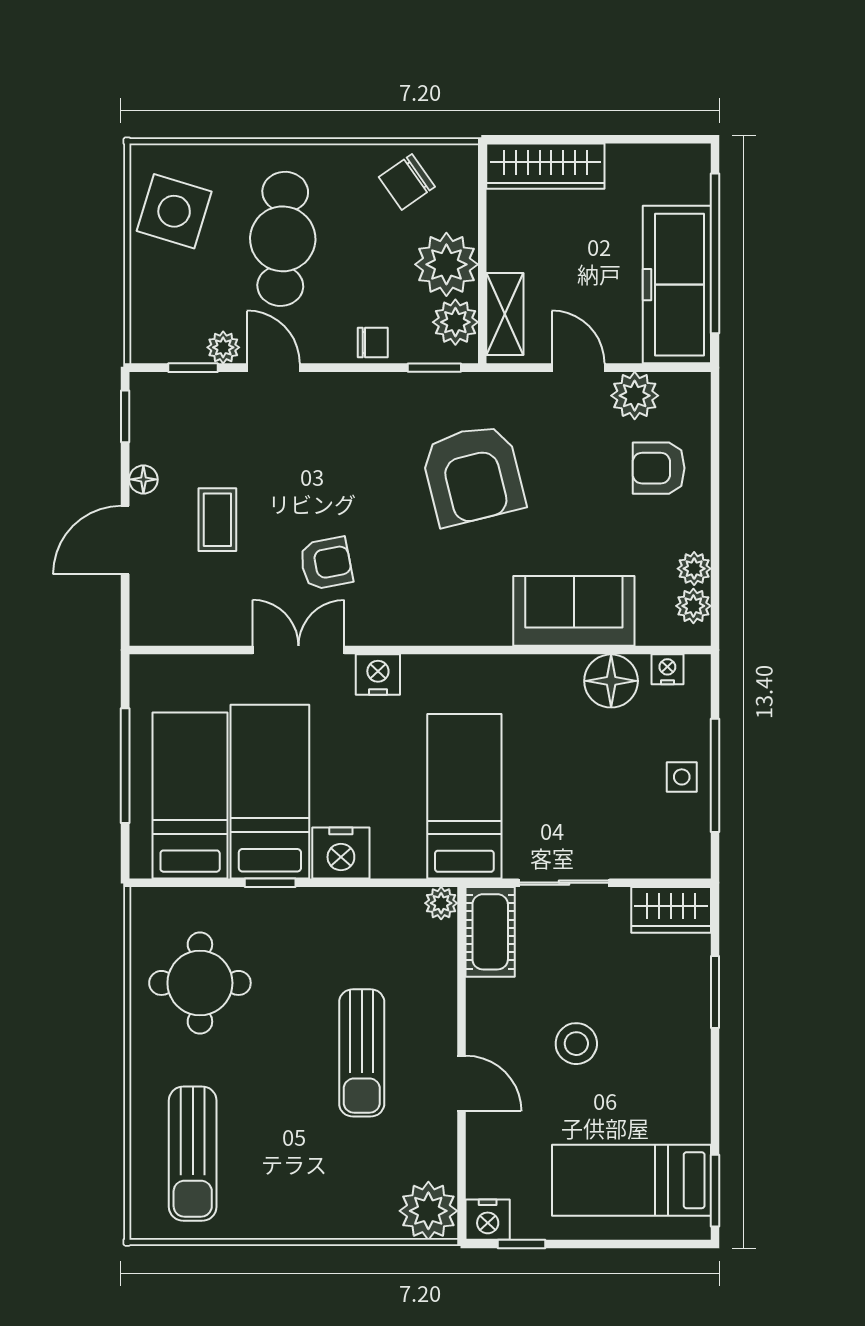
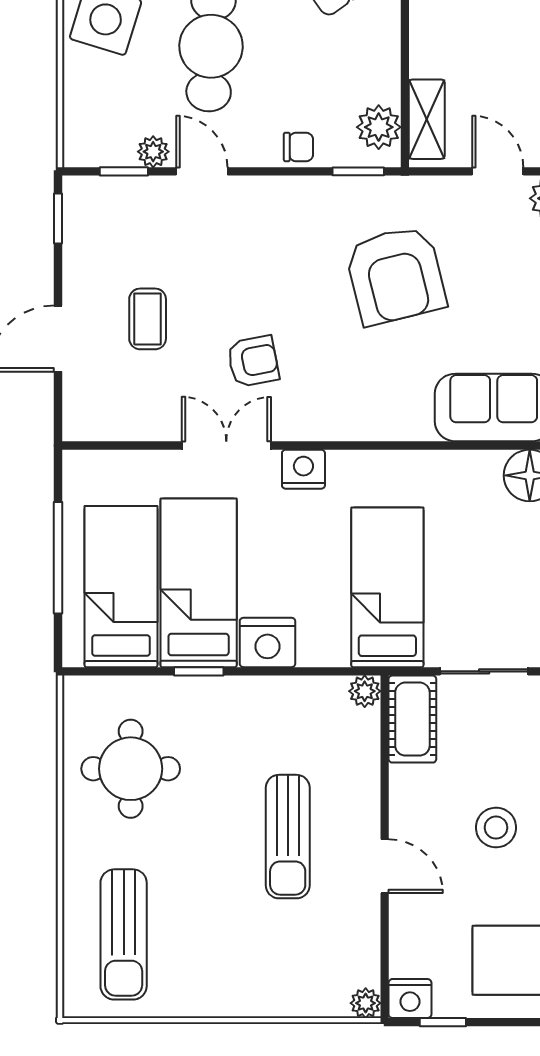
plant: (446, 264) -> (370, 71), removed
floor lamp: (143, 479) -> (76, 280), removed
plant: (428, 1211) -> (366, 1003), width x0.53, depth x0.53

